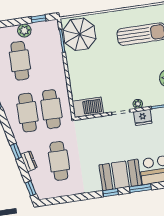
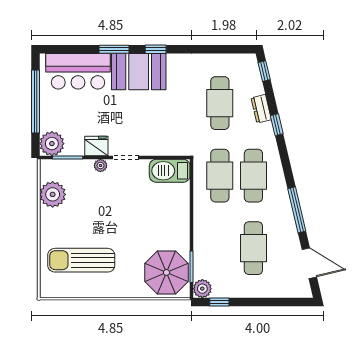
plant: (24, 31) -> (202, 289), moved

